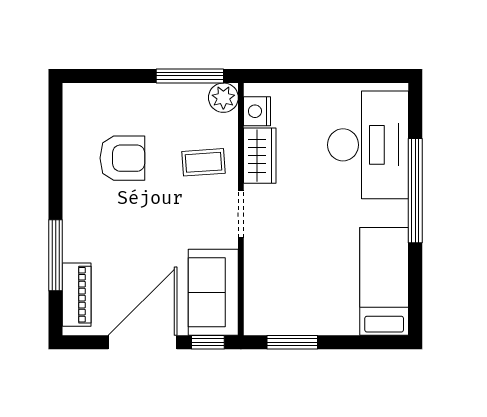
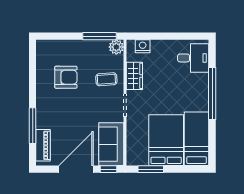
nightstand: (257, 111) -> (143, 46), moved, turned 90
desk: (368, 145) -> (193, 58), width x0.53, depth x0.77
bed: (323, 284) -> (166, 140), added

